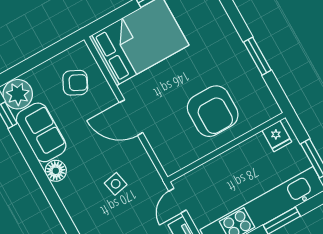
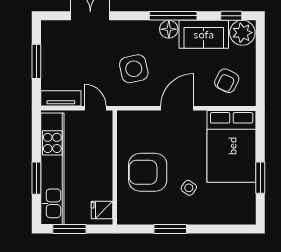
side table: (205, 61) -> (189, 188), added
window: (40, 174) -> (173, 16), added
side table: (116, 184) -> (134, 69), width x1.87, depth x1.87

